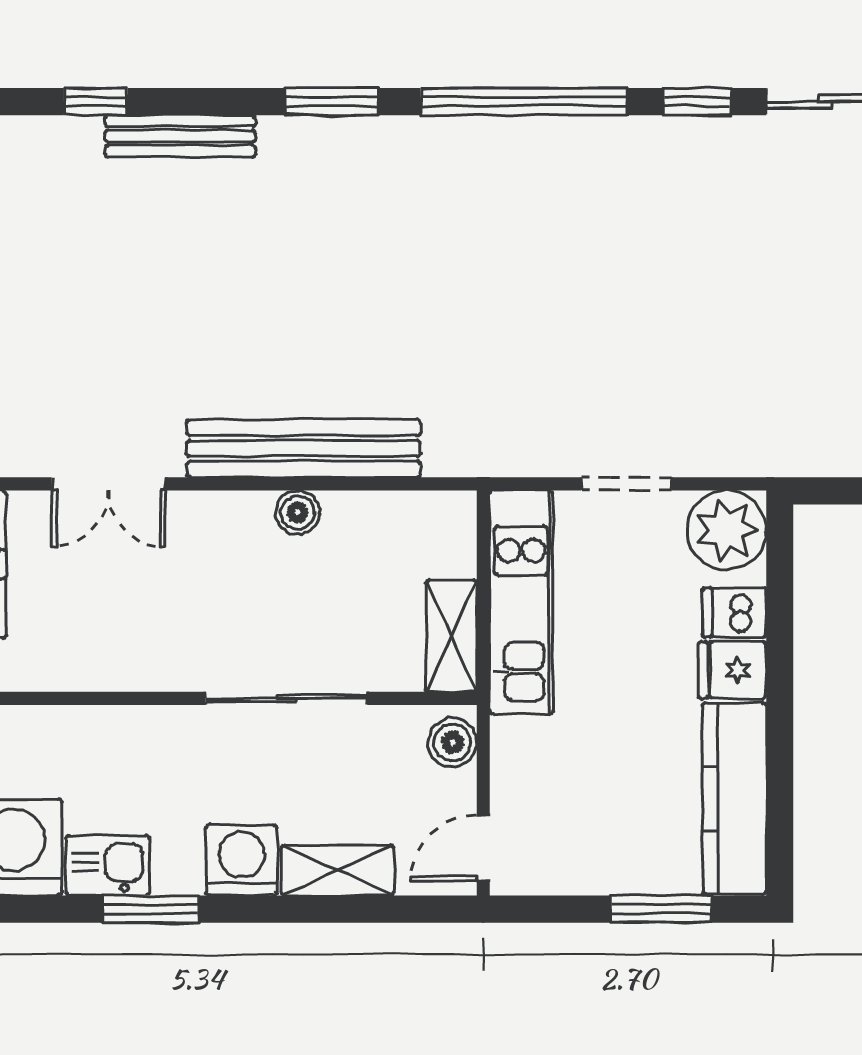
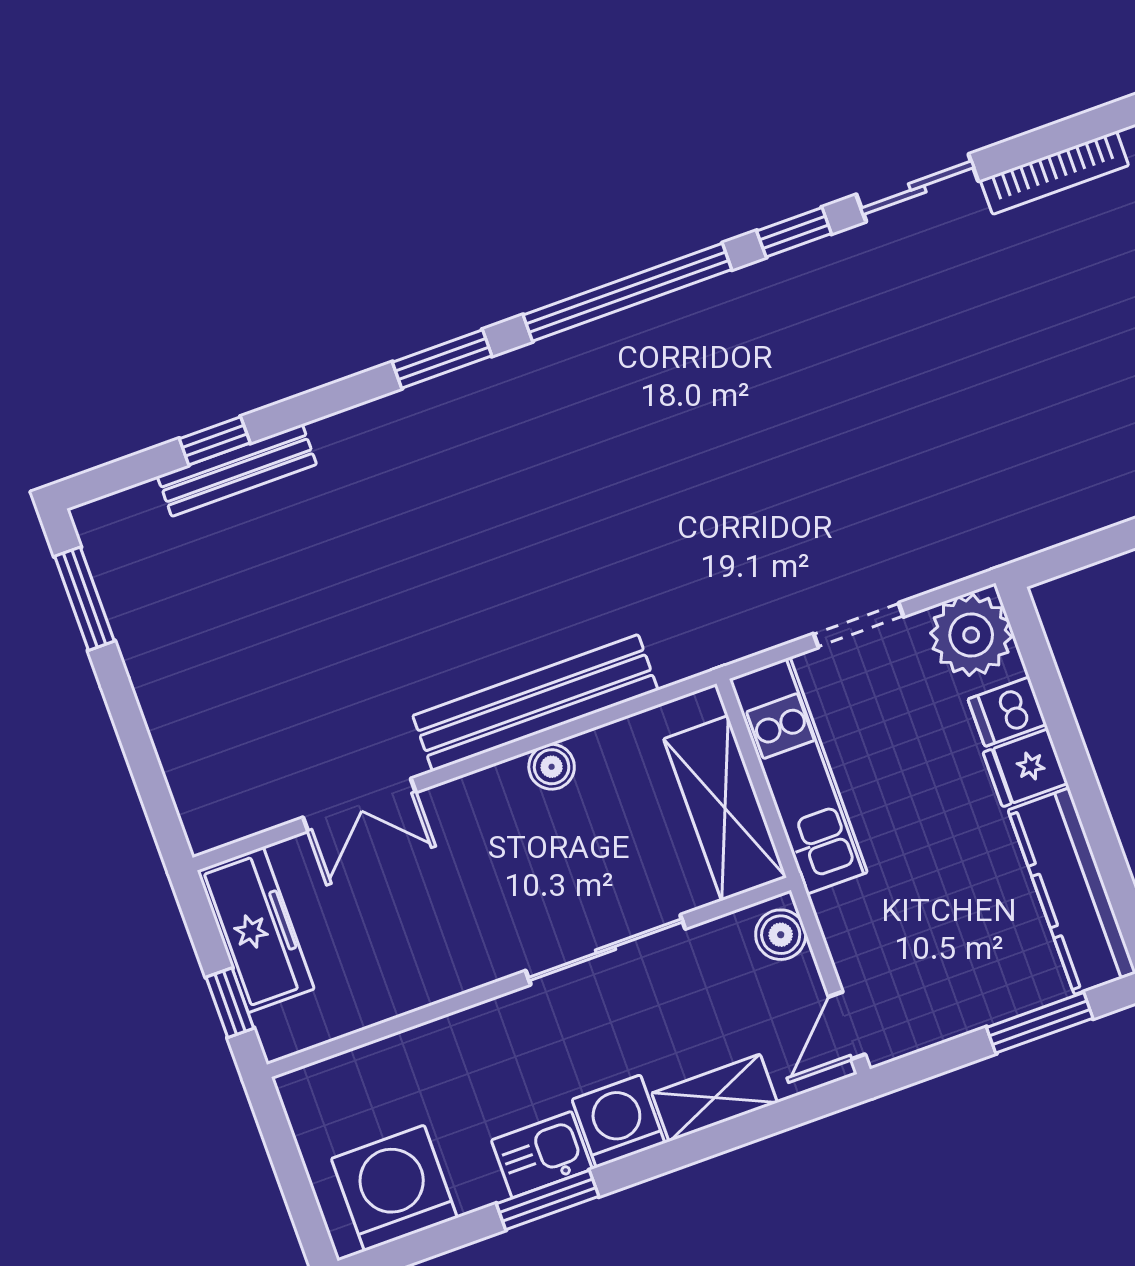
bench: (180, 136) -> (237, 470), moved
shelving: (452, 636) -> (725, 808), width x1.50, depth x1.33
kitchen sink: (108, 866) -> (542, 1155), moved

